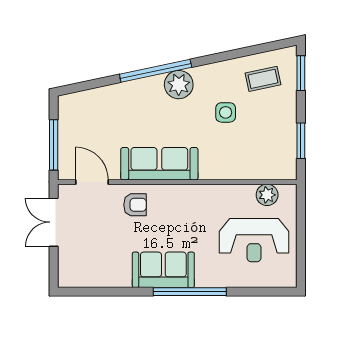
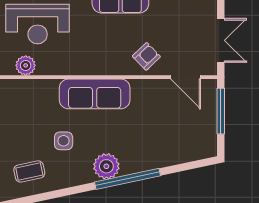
sofa: (159, 164) -> (95, 94), moved
armchair: (135, 205) -> (146, 56), turned 136
reception desk: (254, 240) -> (38, 24), turned 180

